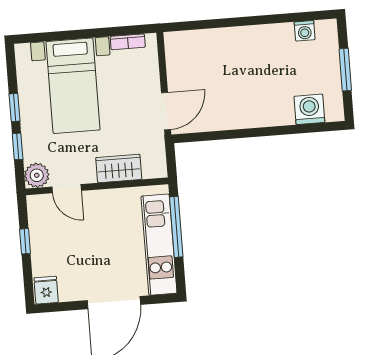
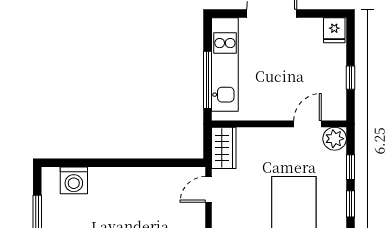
door: (166, 111) -> (209, 189), width x0.73
wardrobe: (119, 168) -> (224, 148), moved, turned -90
door: (67, 189) -> (307, 124), hinge flipped

